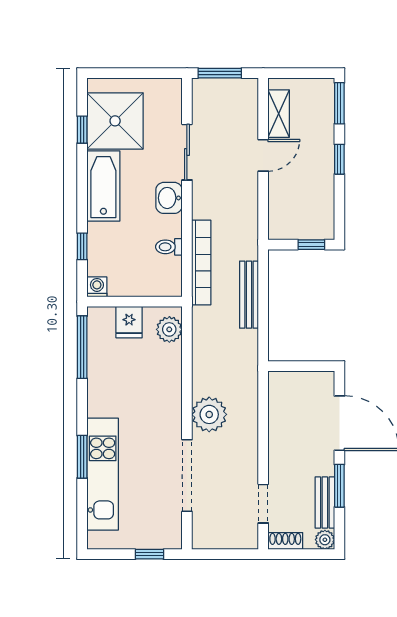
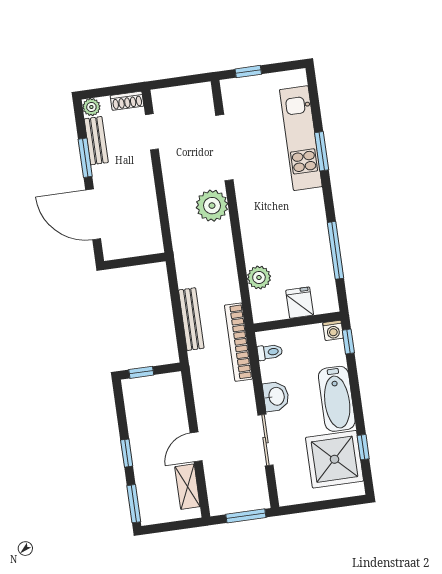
washing machine: (97, 287) -> (333, 330), moved
wall: (135, 302) -> (297, 322), moved
fridge: (129, 322) -> (300, 303), moved

